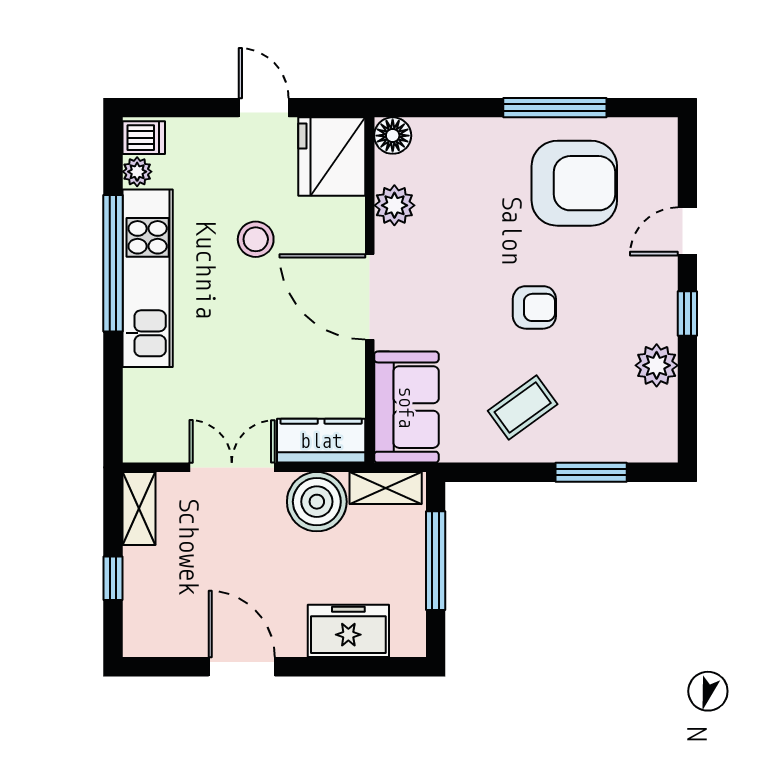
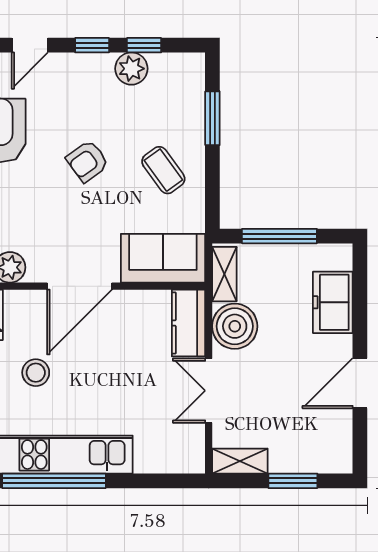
door: (687, 231) -> (30, 45), hinge flipped
armchair: (534, 307) -> (87, 161), turned -126
window: (687, 382) -> (144, 45), added
window: (113, 578) -> (293, 481), width x1.50

